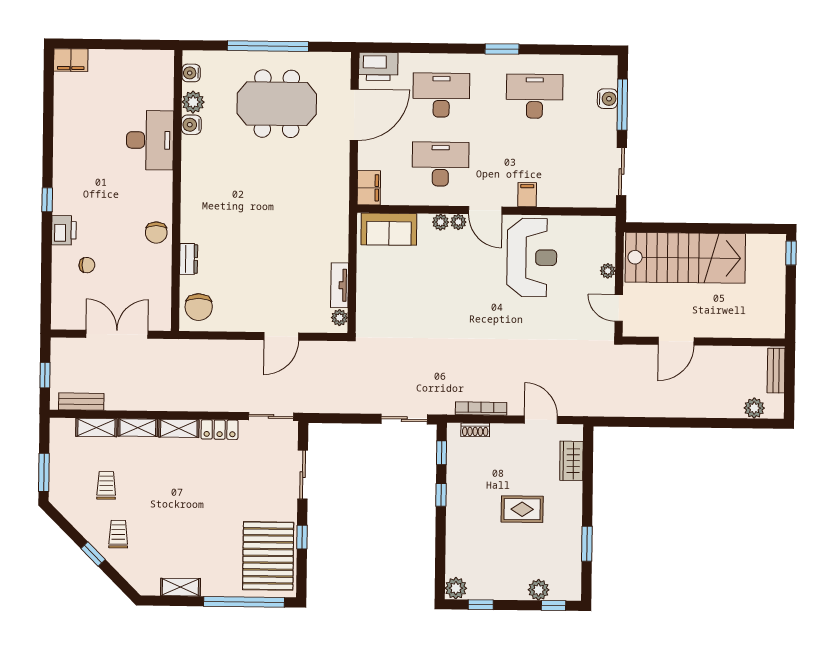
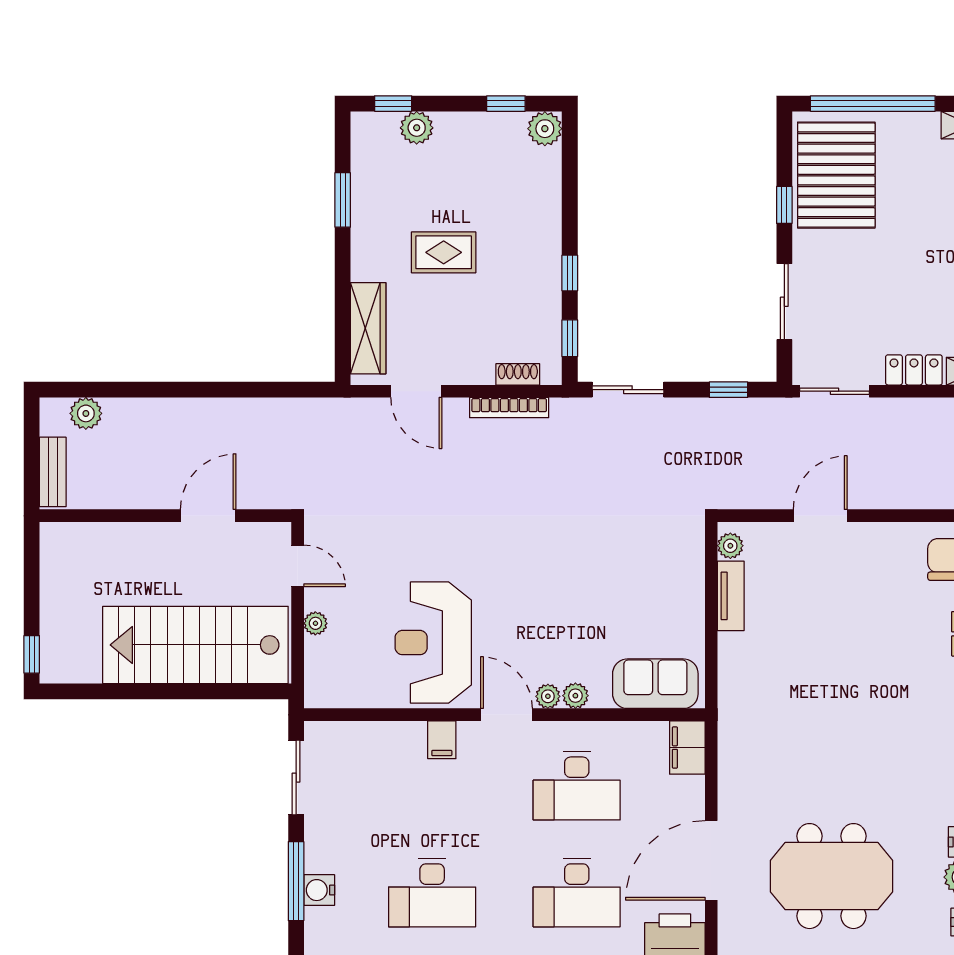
window: (339, 418) -> (729, 390), added
wardrobe: (571, 461) -> (368, 328), width x1.50

